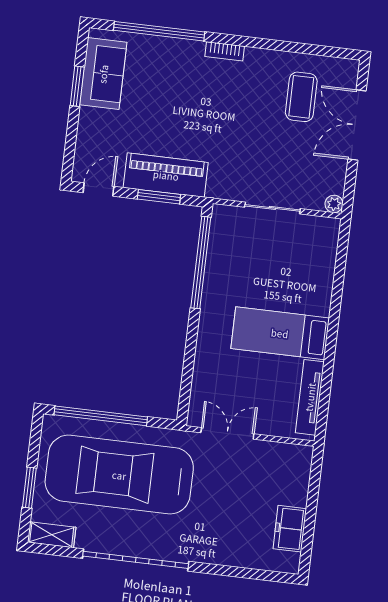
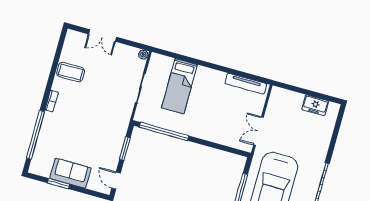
sofa: (103, 74) -> (70, 173), moved
coffee table: (301, 97) -> (71, 72), moved
double door: (357, 125) -> (103, 36), width x0.73
piano: (166, 175) -> (114, 143), removed
bed: (280, 333) -> (179, 86), moved

